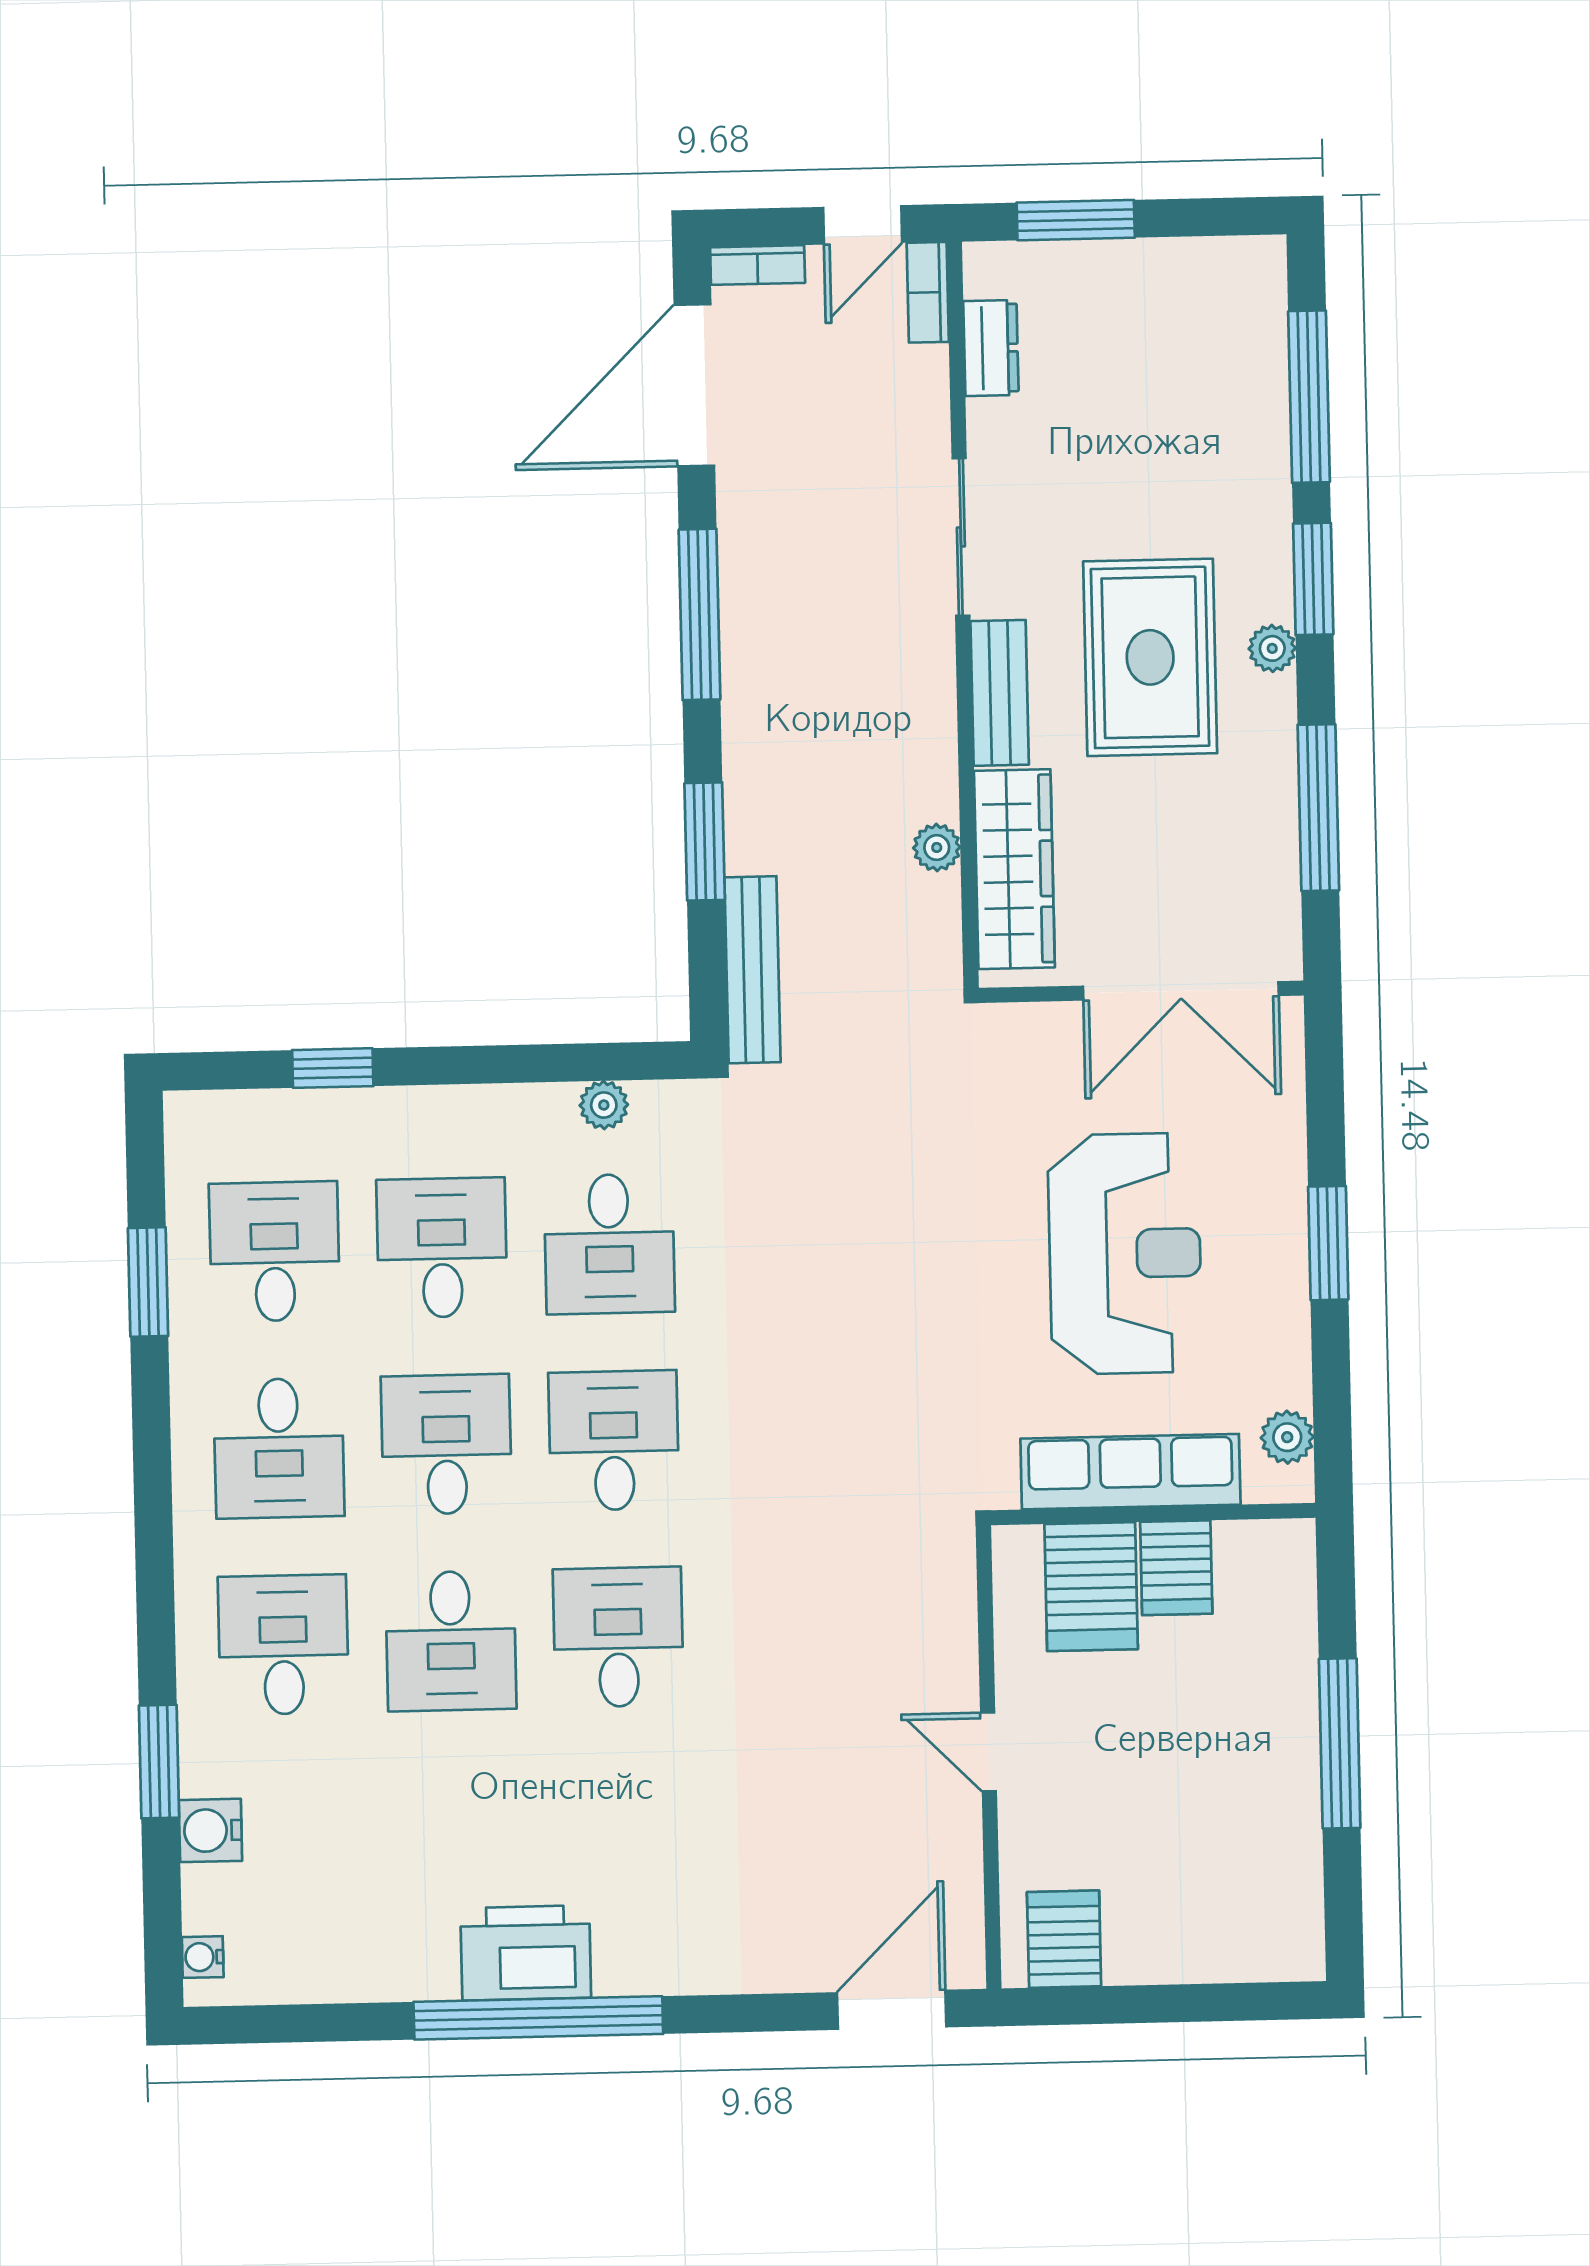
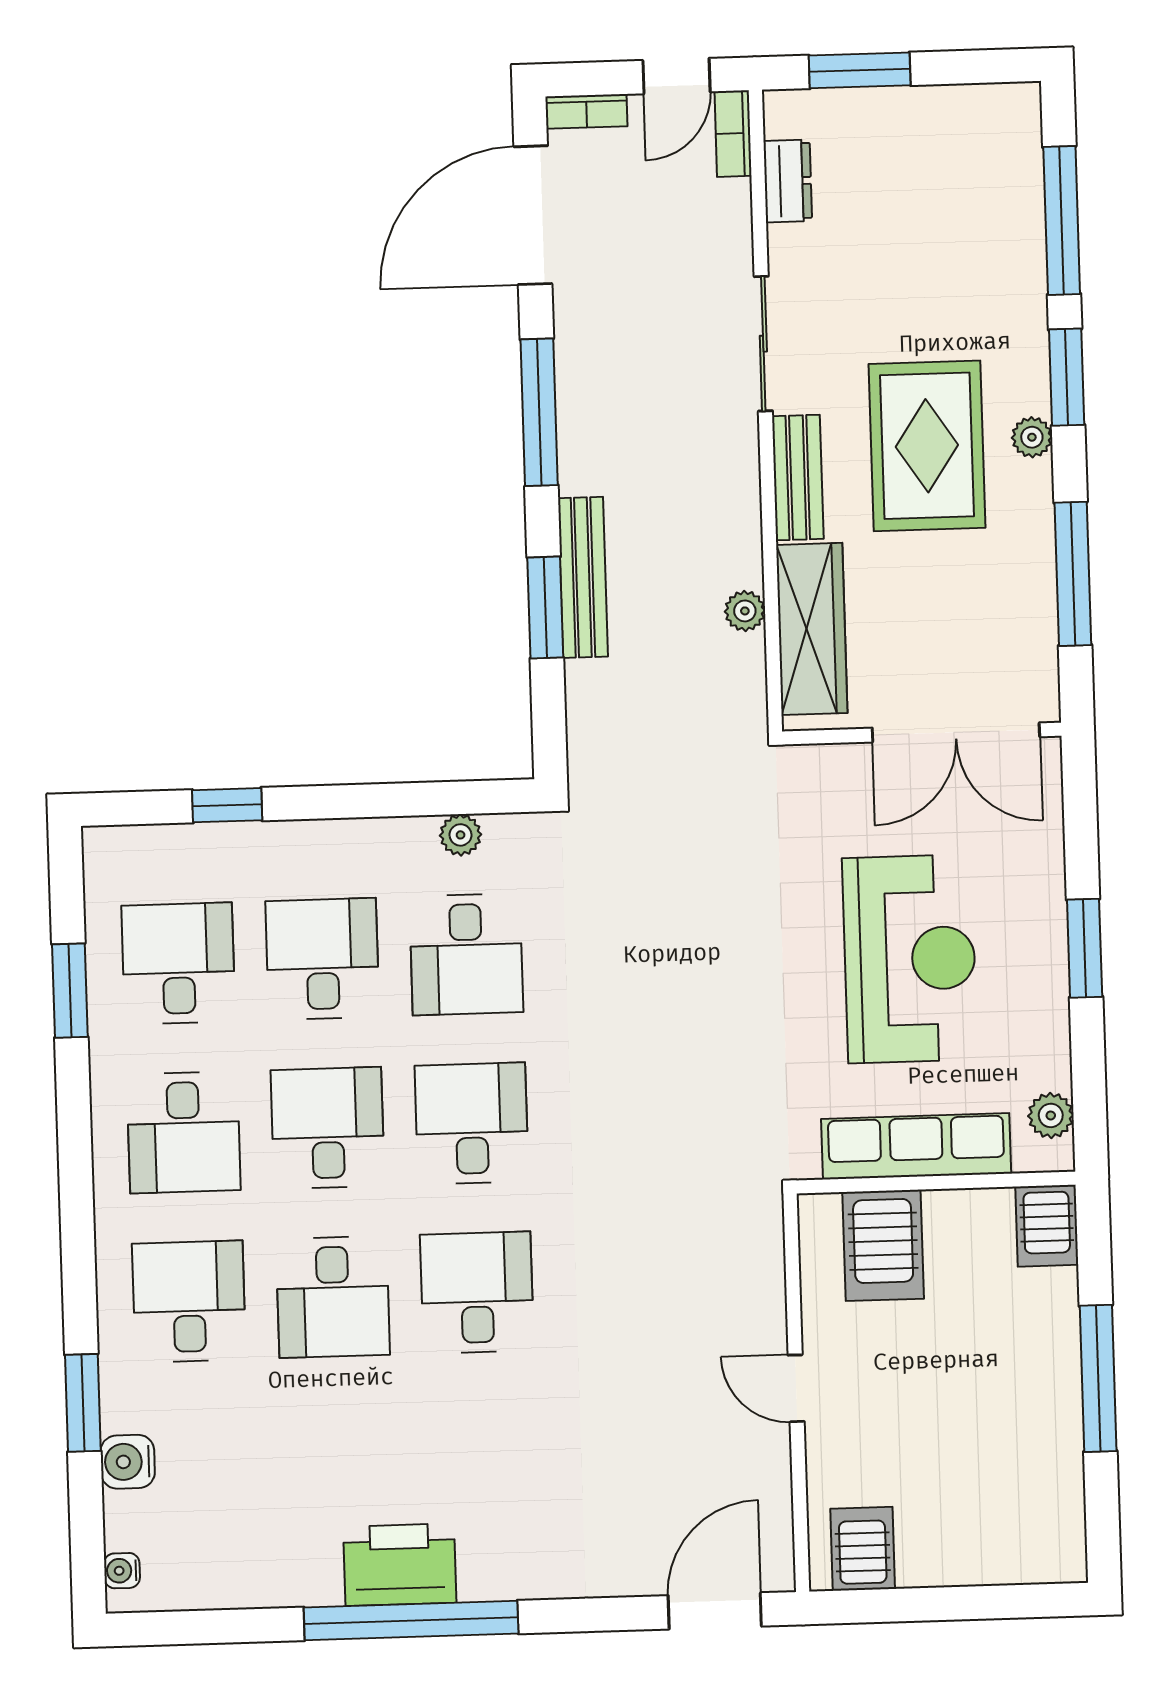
bench: (753, 970) -> (583, 577), moved
server rack: (1176, 1568) -> (1047, 1226), moved

